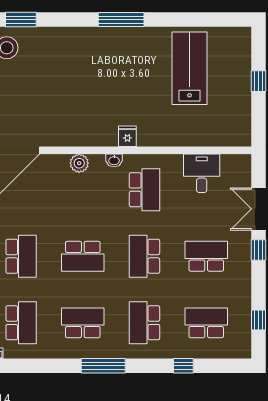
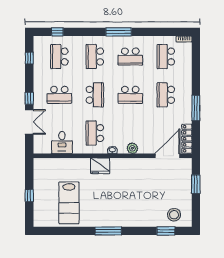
fridge: (127, 136) -> (100, 166), width x1.88, depth x1.34
school desk: (83, 256) -> (130, 95), turned 180
school desk: (144, 323) -> (95, 57), turned 180
school desk: (206, 323) -> (59, 57), turned 90
window: (183, 366) -> (57, 32), moved

